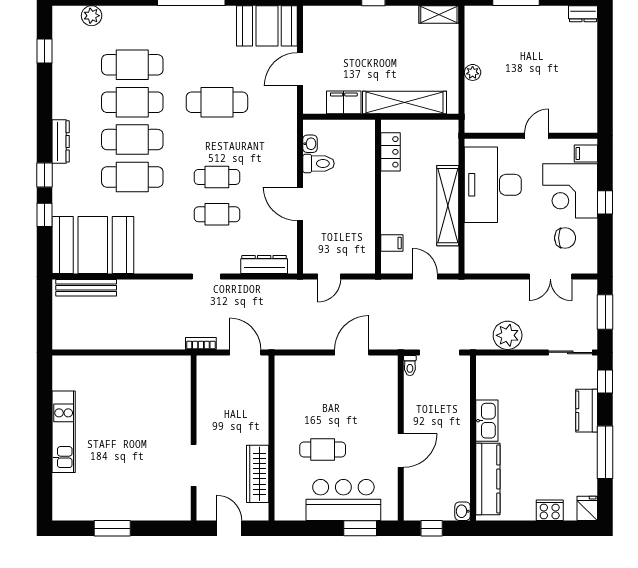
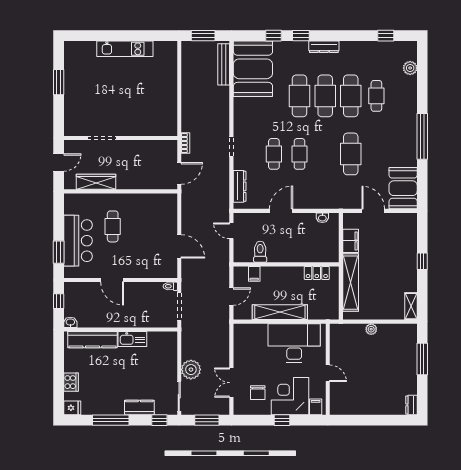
cafe table: (132, 65) -> (376, 96), width x0.73, depth x0.74
toilet: (319, 164) -> (260, 252), moved, turned 180
window: (44, 318) -> (203, 36), added
plant: (508, 335) -> (191, 370), moved

